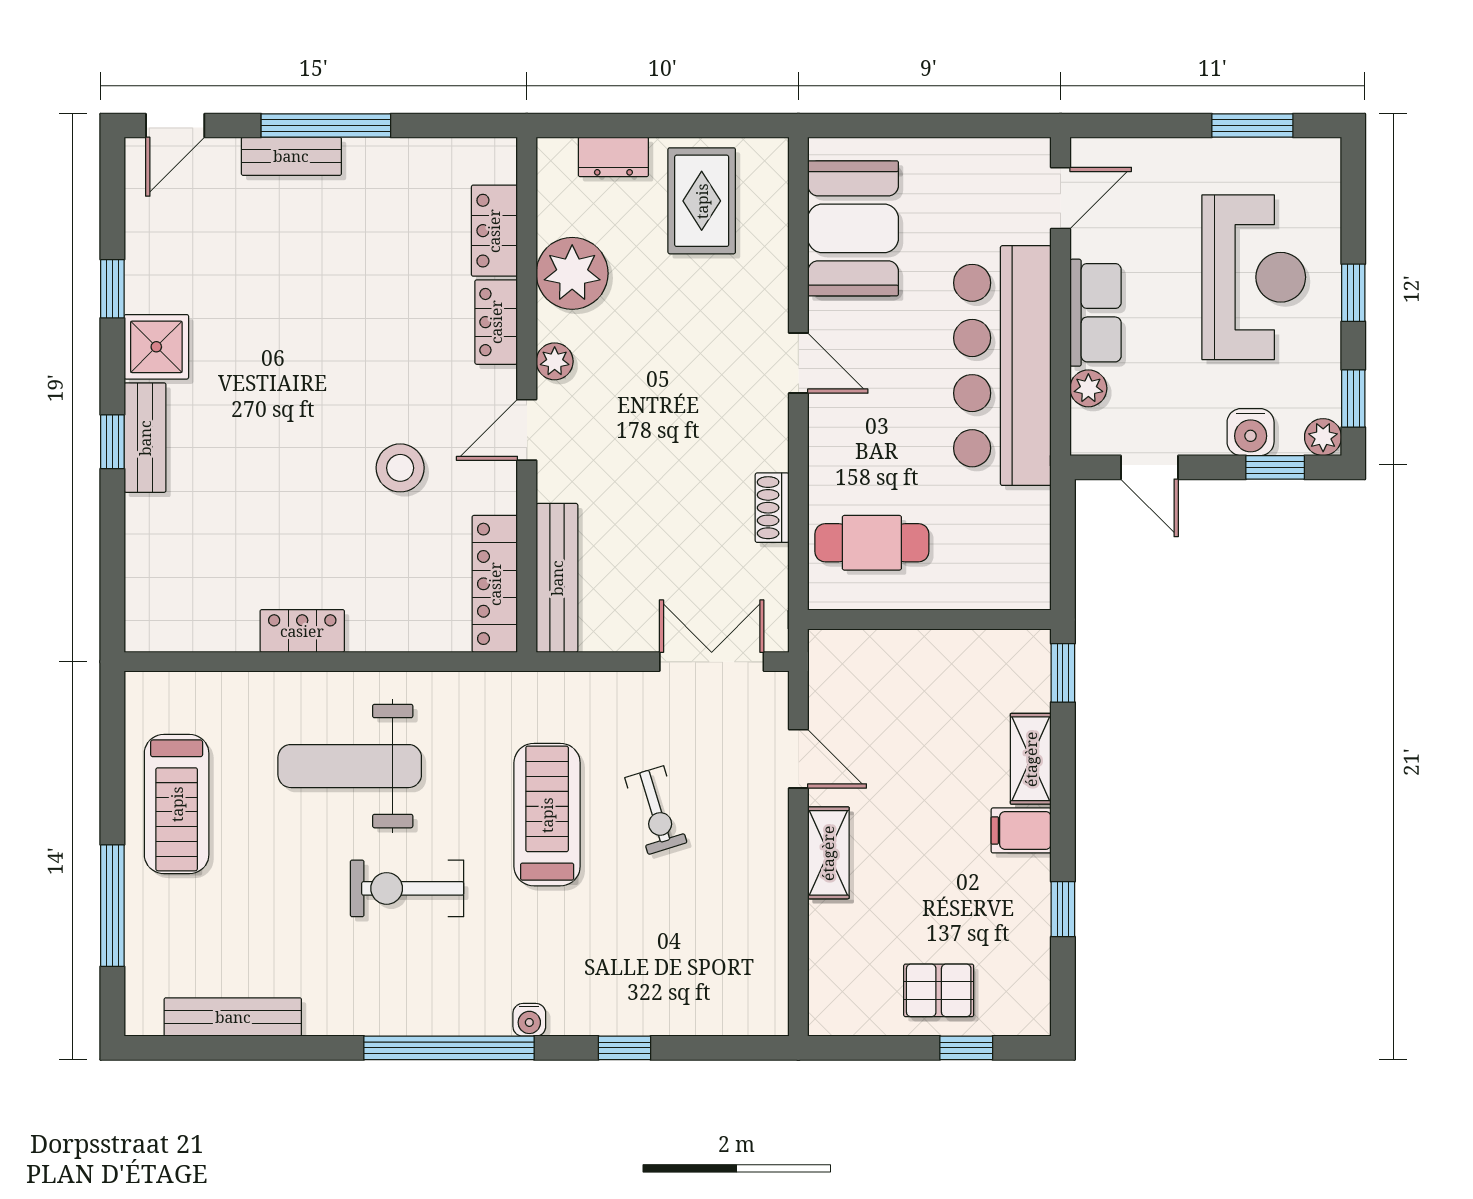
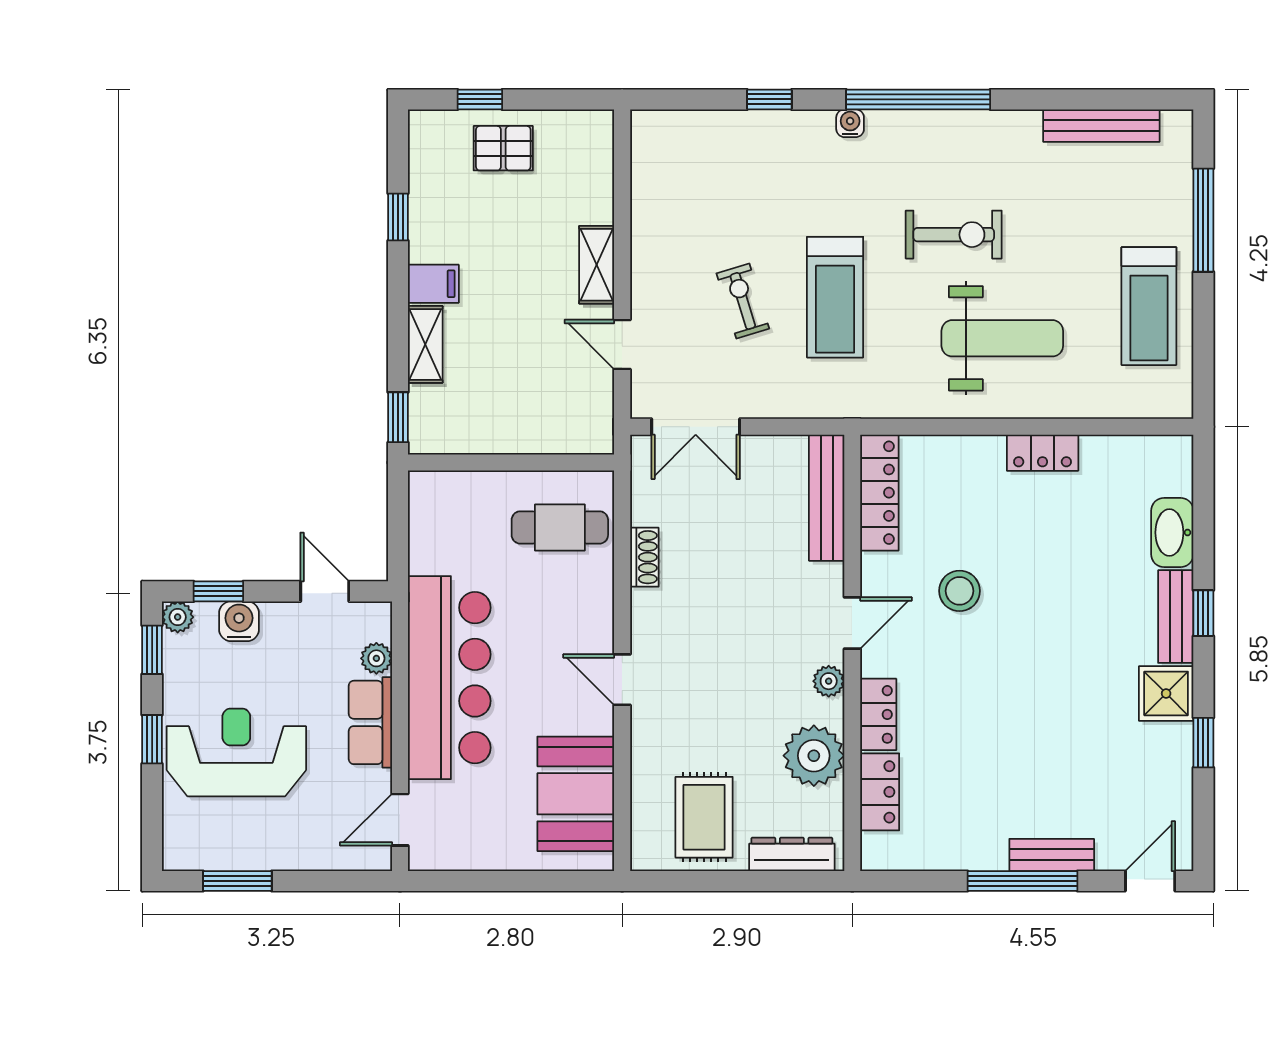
dresser: (613, 157) -> (792, 854), width x1.44
reception desk: (1254, 277) -> (236, 752), turned 90
washbasin: (149, 537) -> (1172, 533), added
treadmill: (177, 804) -> (1149, 306), turned 180

